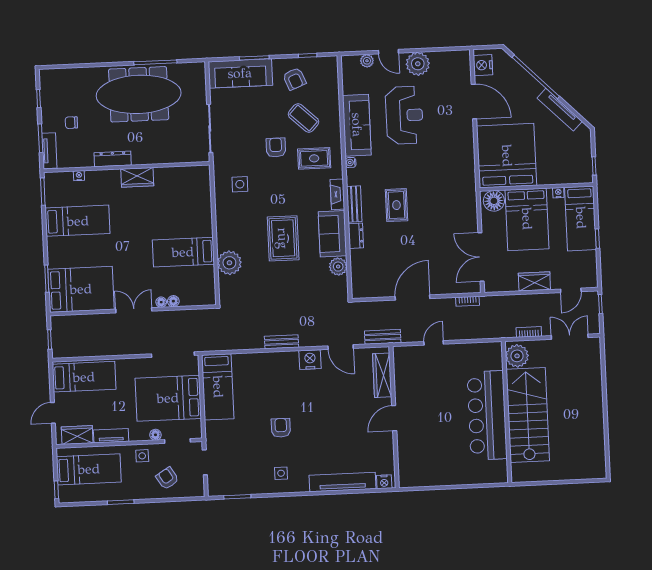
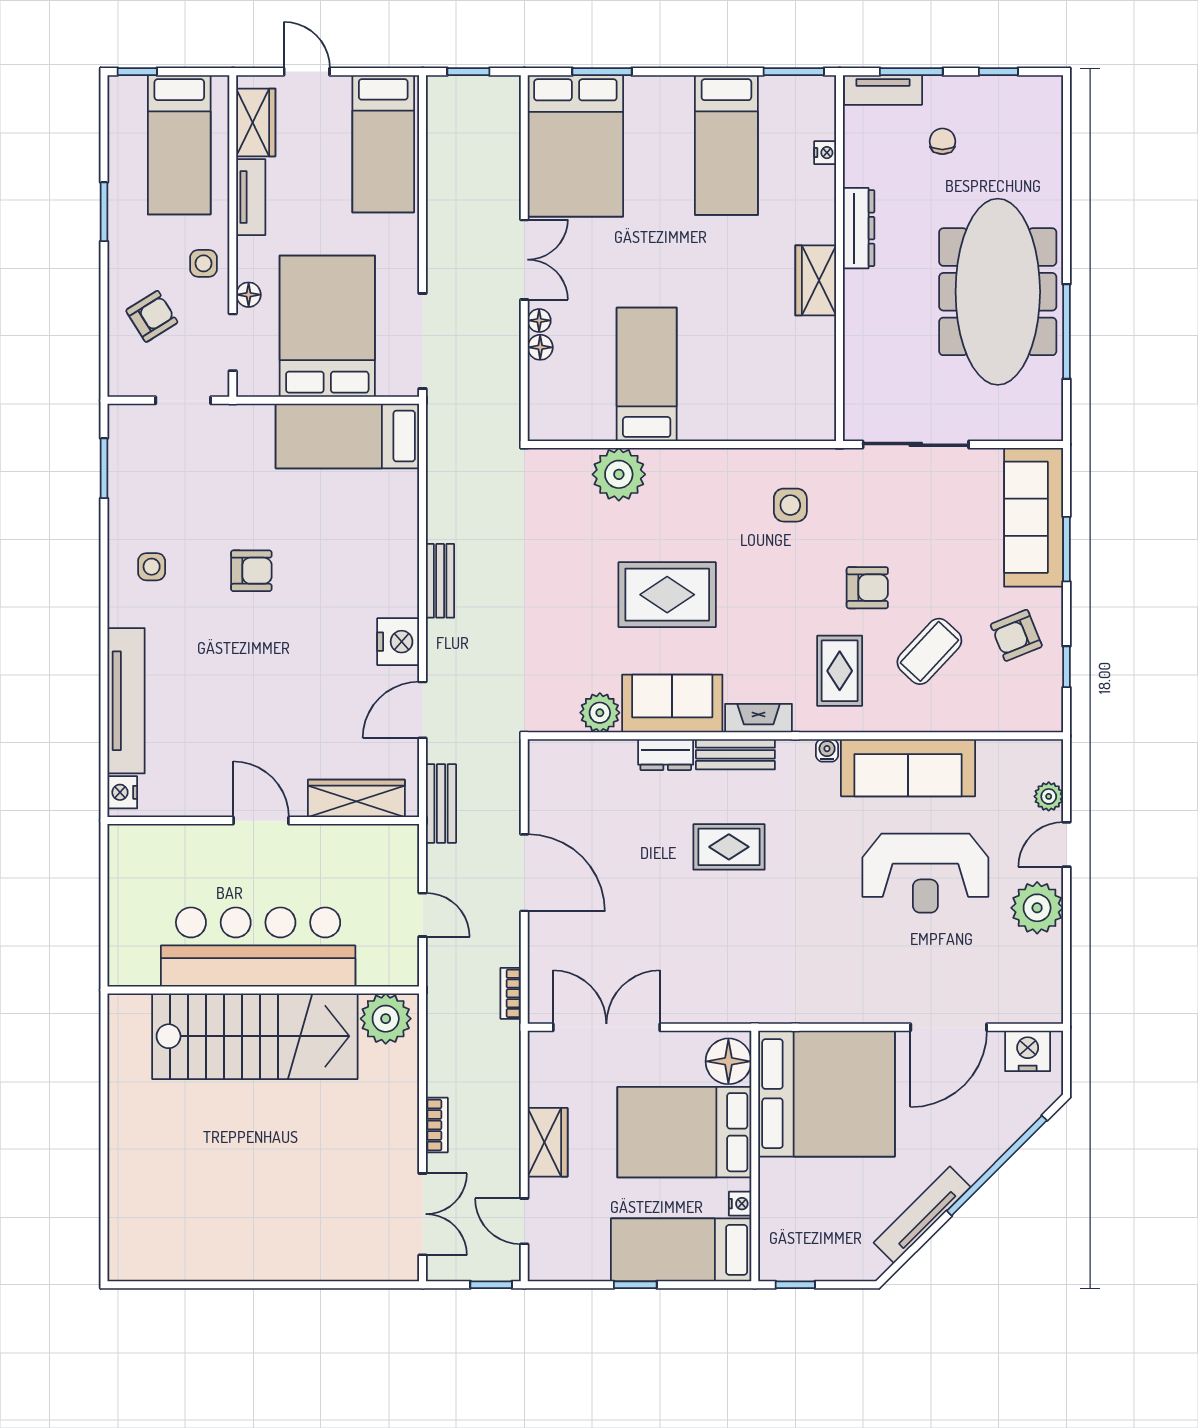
plant: (517, 356) -> (386, 1019), moved
wall: (507, 412) -> (263, 990), moved
bar counter: (487, 415) -> (258, 947), moved
stairs: (528, 415) -> (255, 1036), moved

